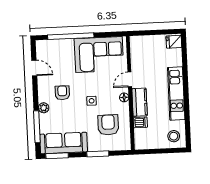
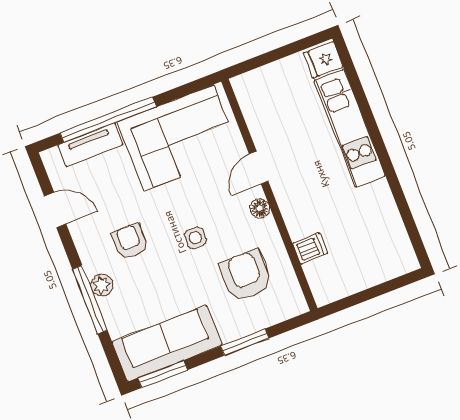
tv unit: (59, 45) -> (90, 145), added
kitchen unit: (176, 93) -> (350, 128), moved
kitchen counter: (140, 102) -> (295, 208), removed
window: (37, 127) -> (90, 300), moved
stool: (174, 136) -> (388, 254), removed

